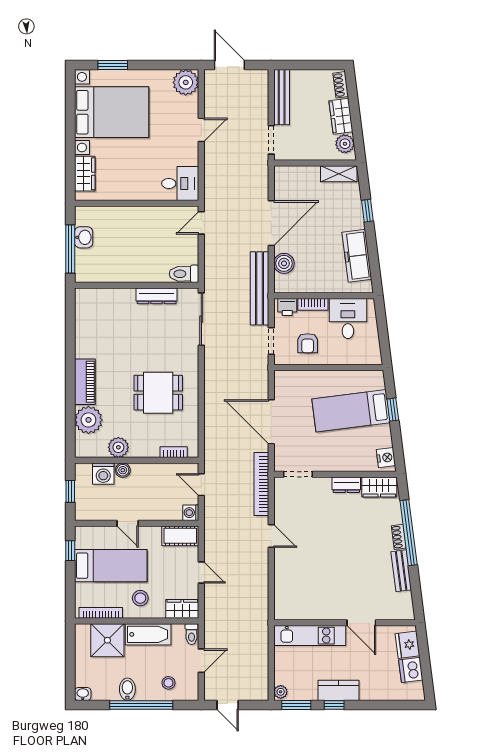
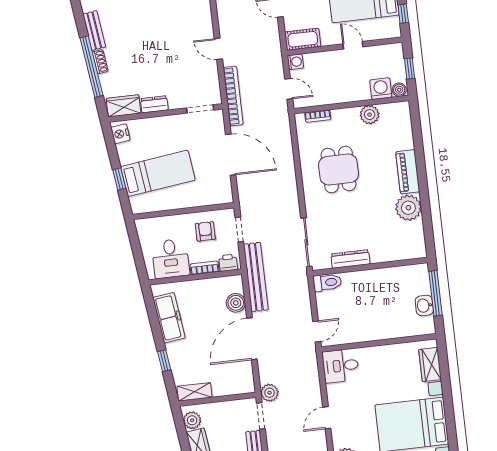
plant: (259, 164) -> (269, 393), added
dining table: (158, 393) -> (339, 169), turned 90
plant: (88, 420) -> (408, 208), moved
boiler: (123, 470) -> (399, 90), moved

